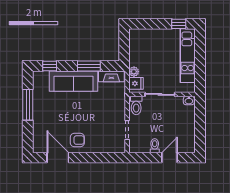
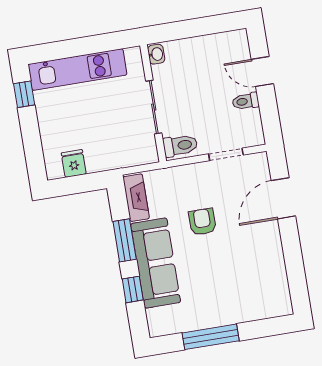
window: (50, 66) -> (133, 289), moved
plant: (134, 72) -> (121, 159), removed
fridge: (136, 83) -> (74, 163), moved
armchair: (77, 140) -> (202, 222), moved
door: (58, 158) -> (283, 198), moved

